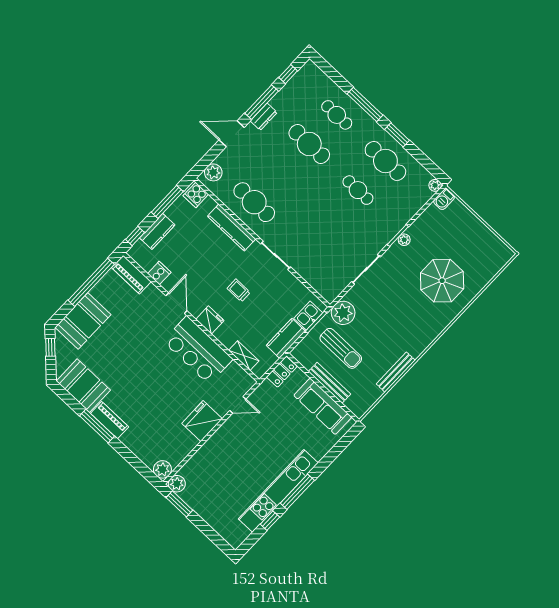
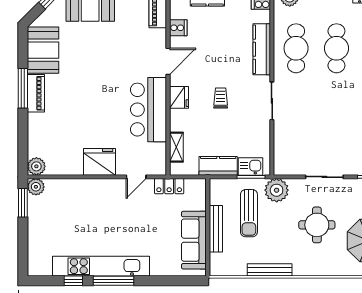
cafe table: (282, 173) -> (336, 48), added
round table: (395, 307) -> (317, 225), added
locker: (282, 372) -> (169, 186), moved
door: (238, 405) -> (136, 177), hinge flipped

